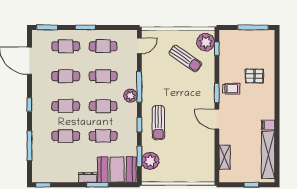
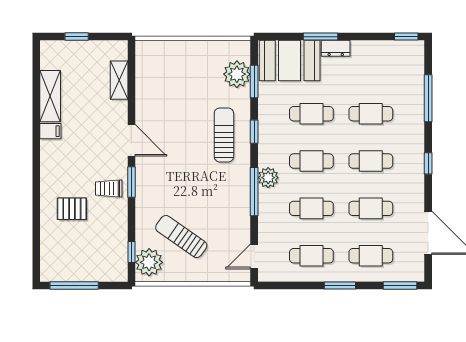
shelving: (268, 155) -> (50, 96), width x0.68

